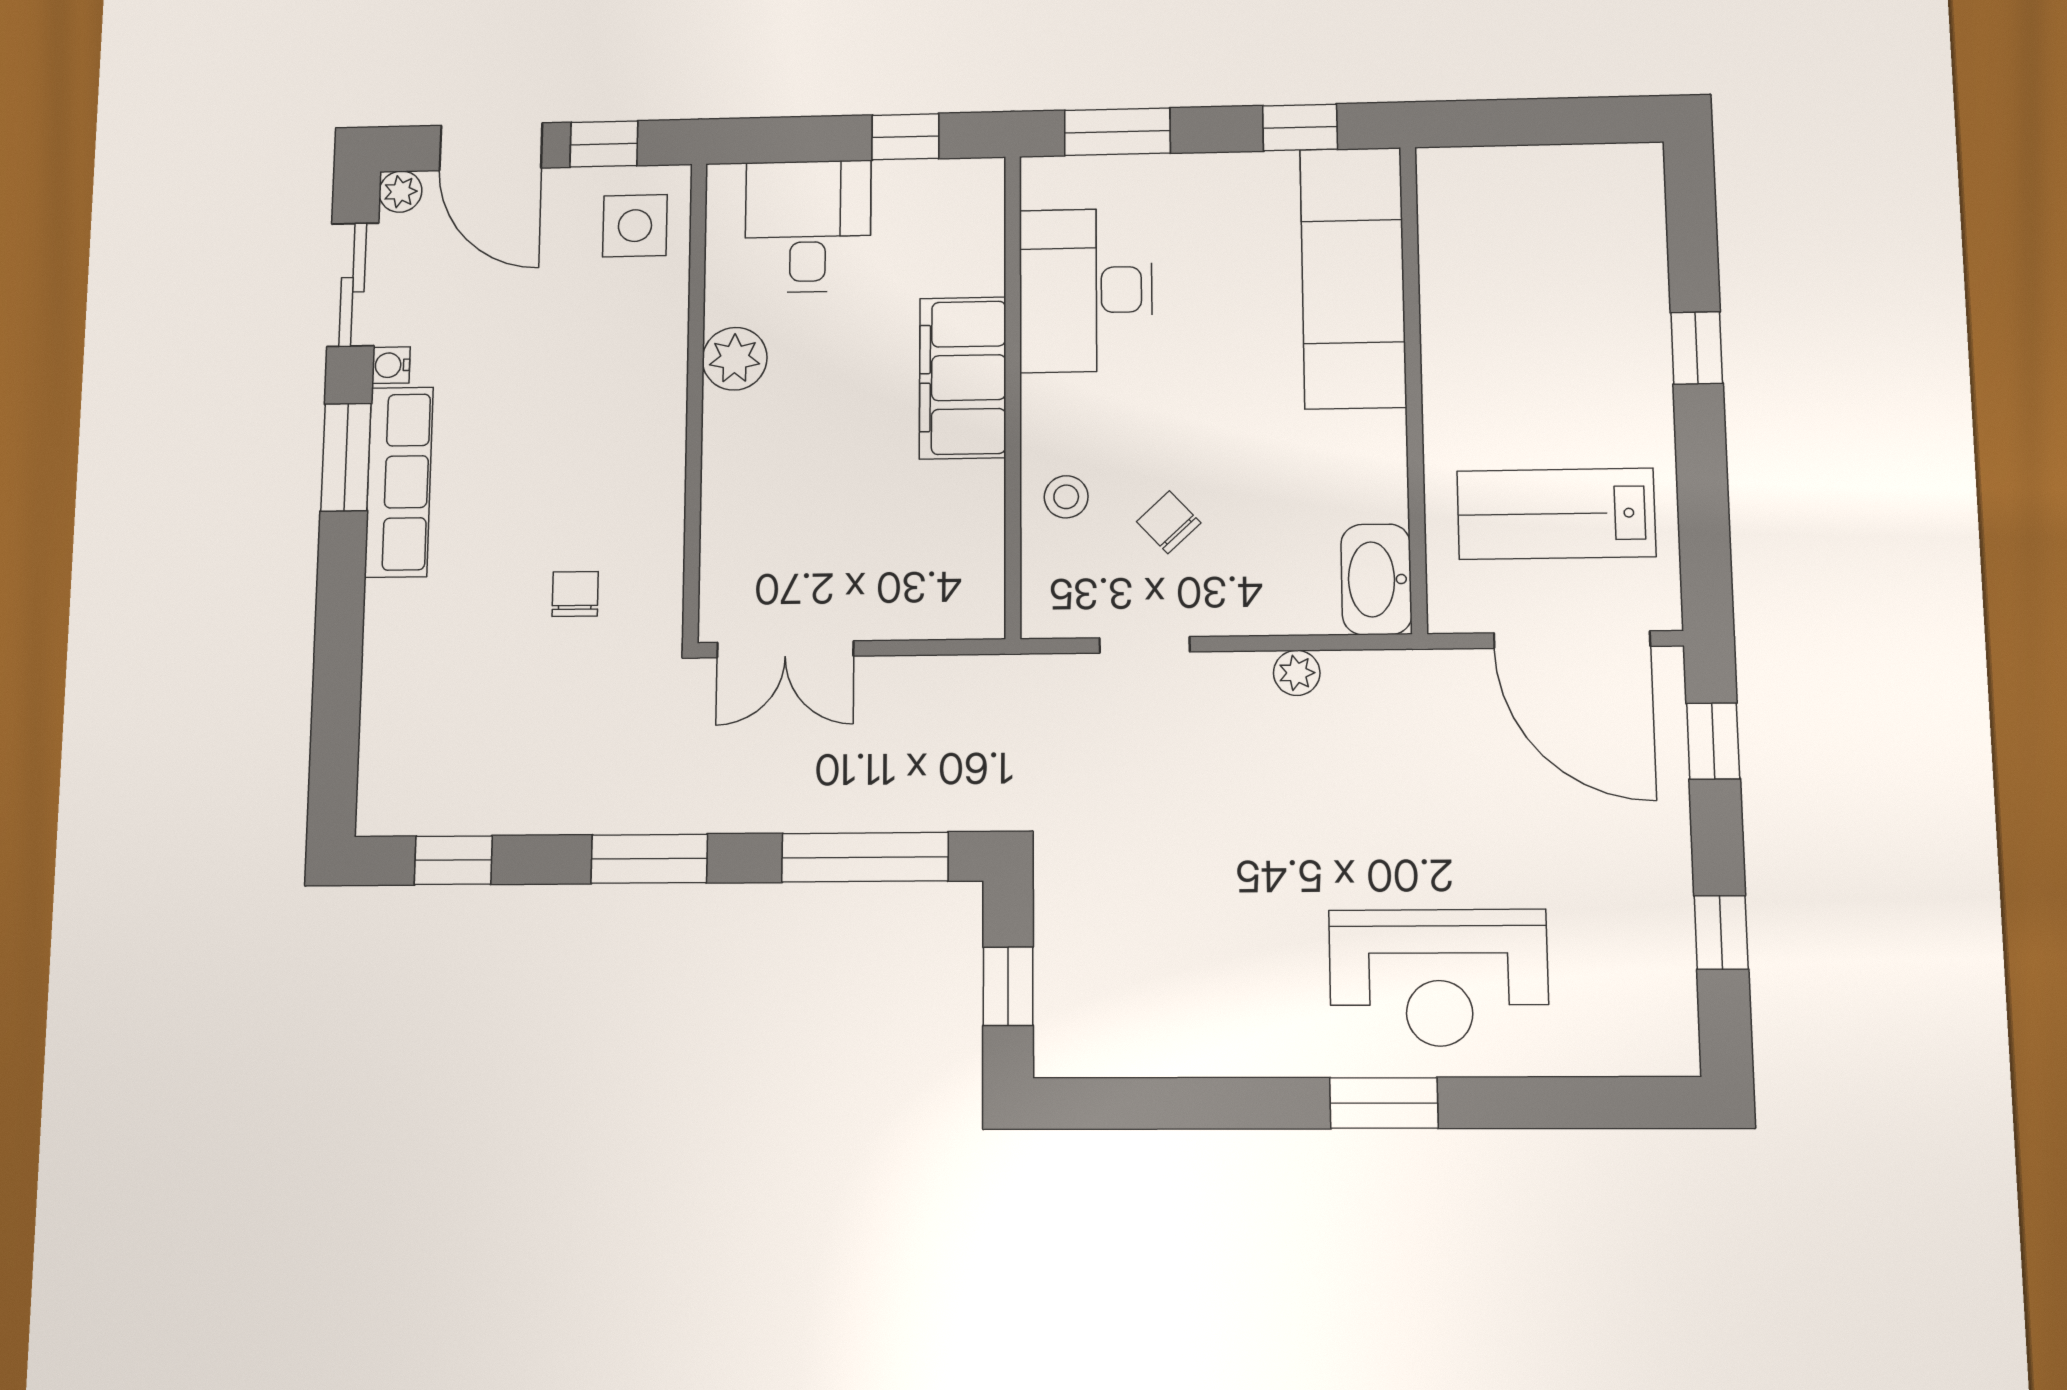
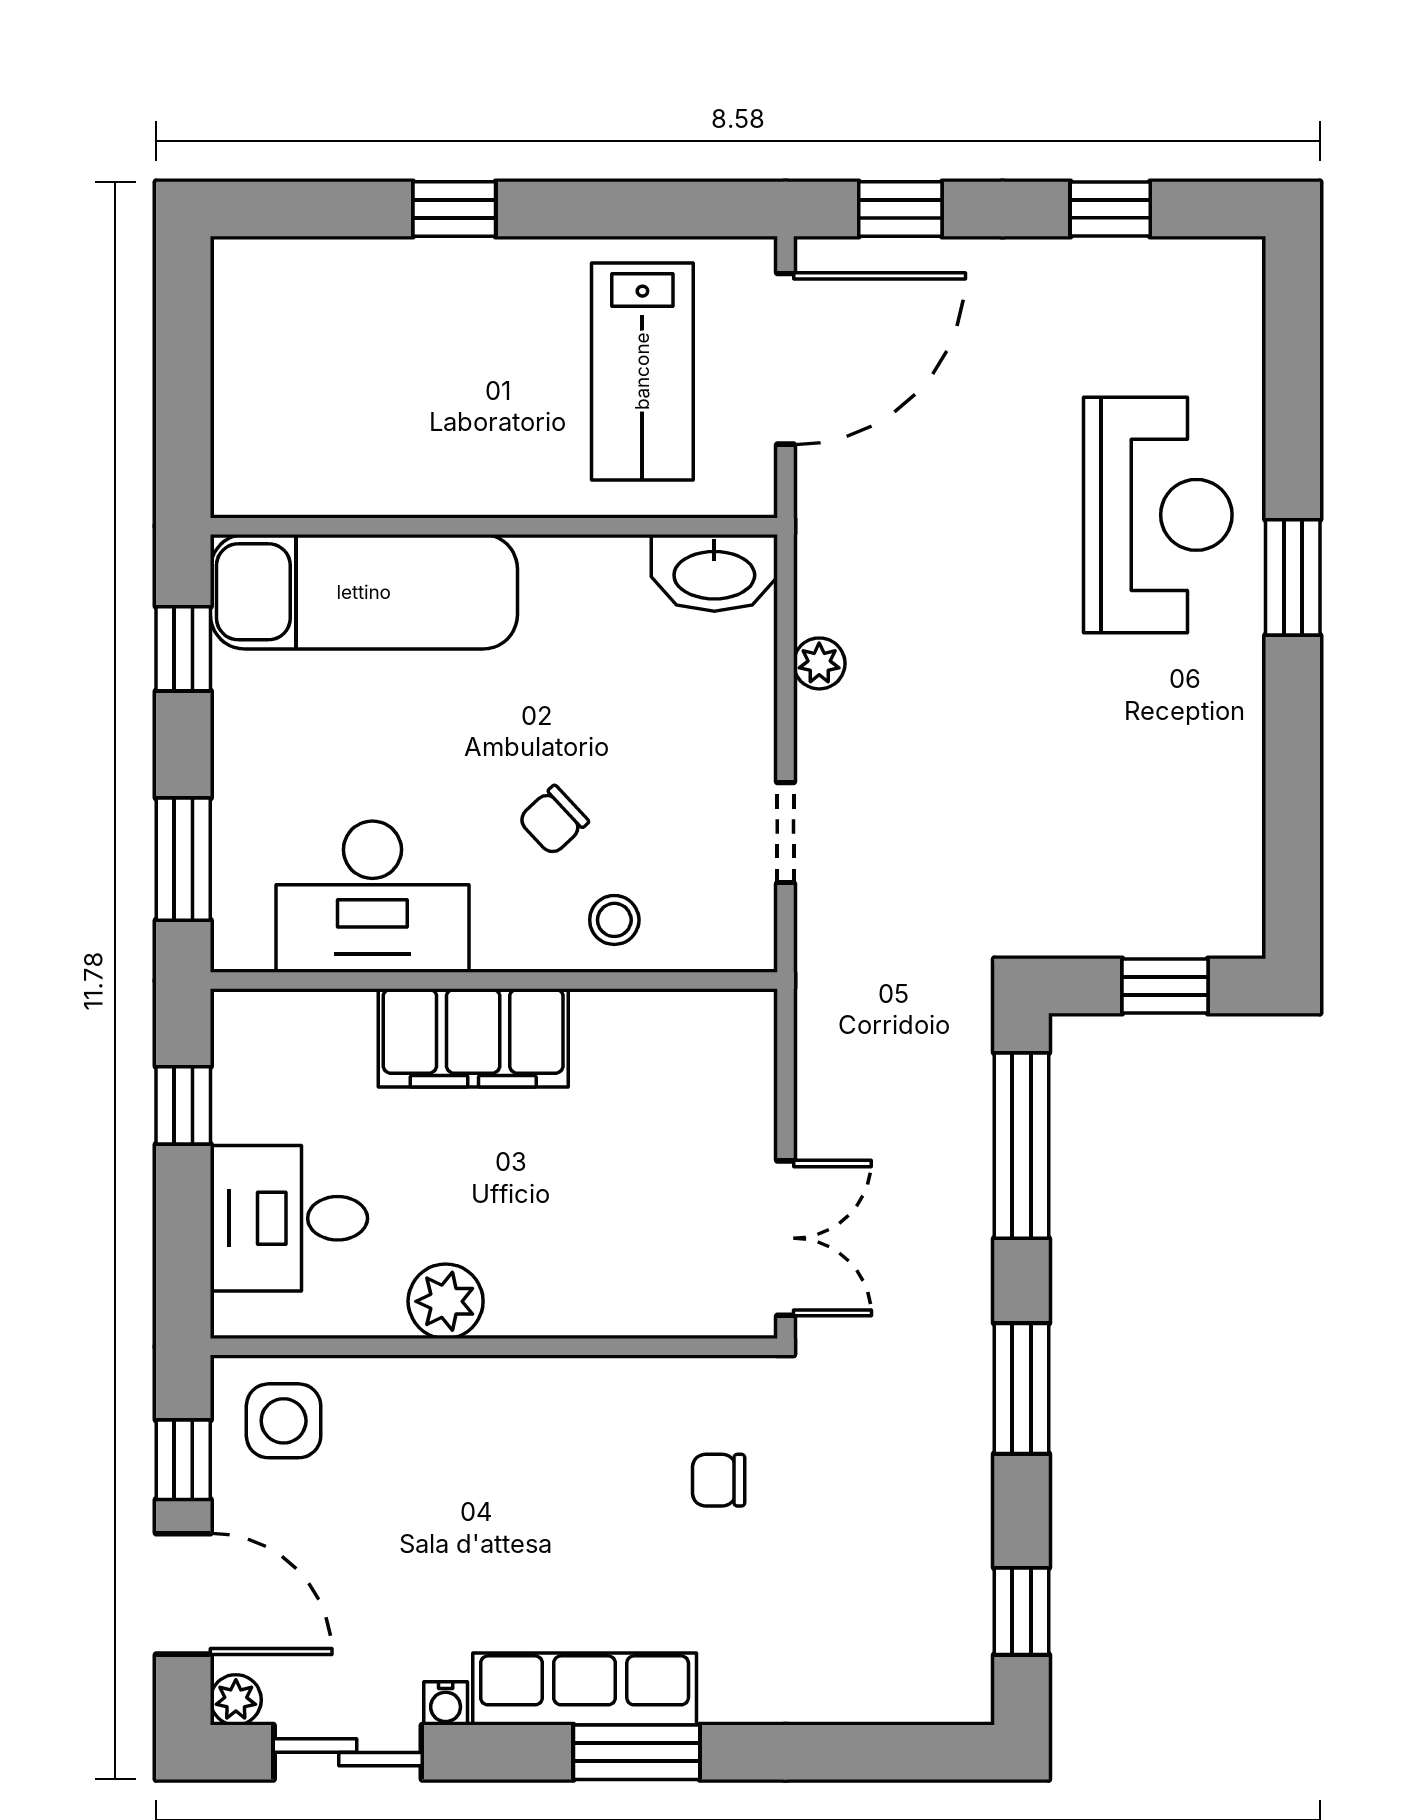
door: (491, 147) -> (183, 1594), hinge flipped
window: (346, 457) -> (637, 1752), moved
chair: (1169, 522) -> (553, 820), moved

